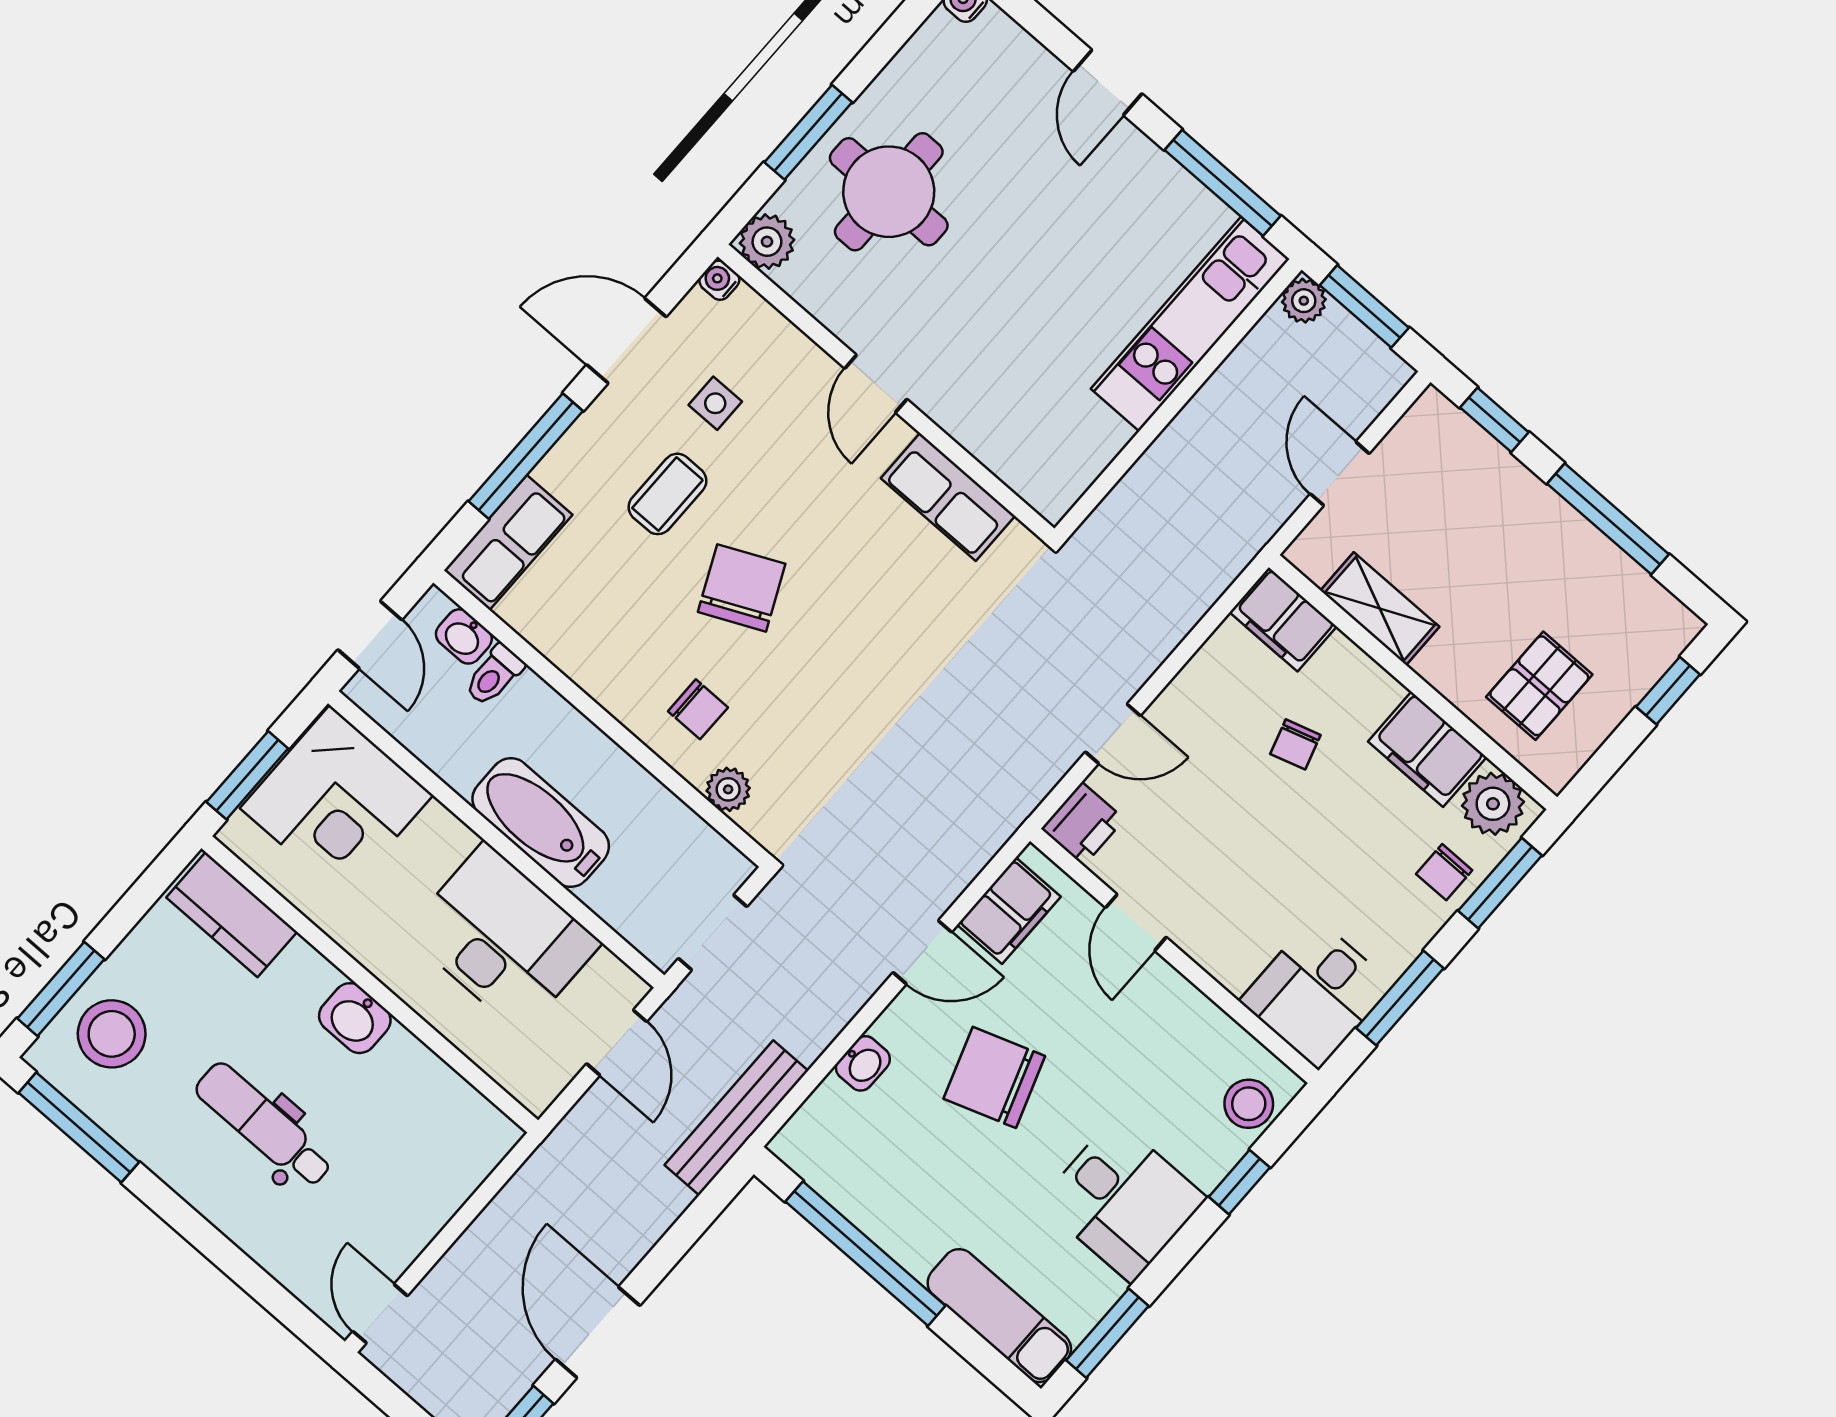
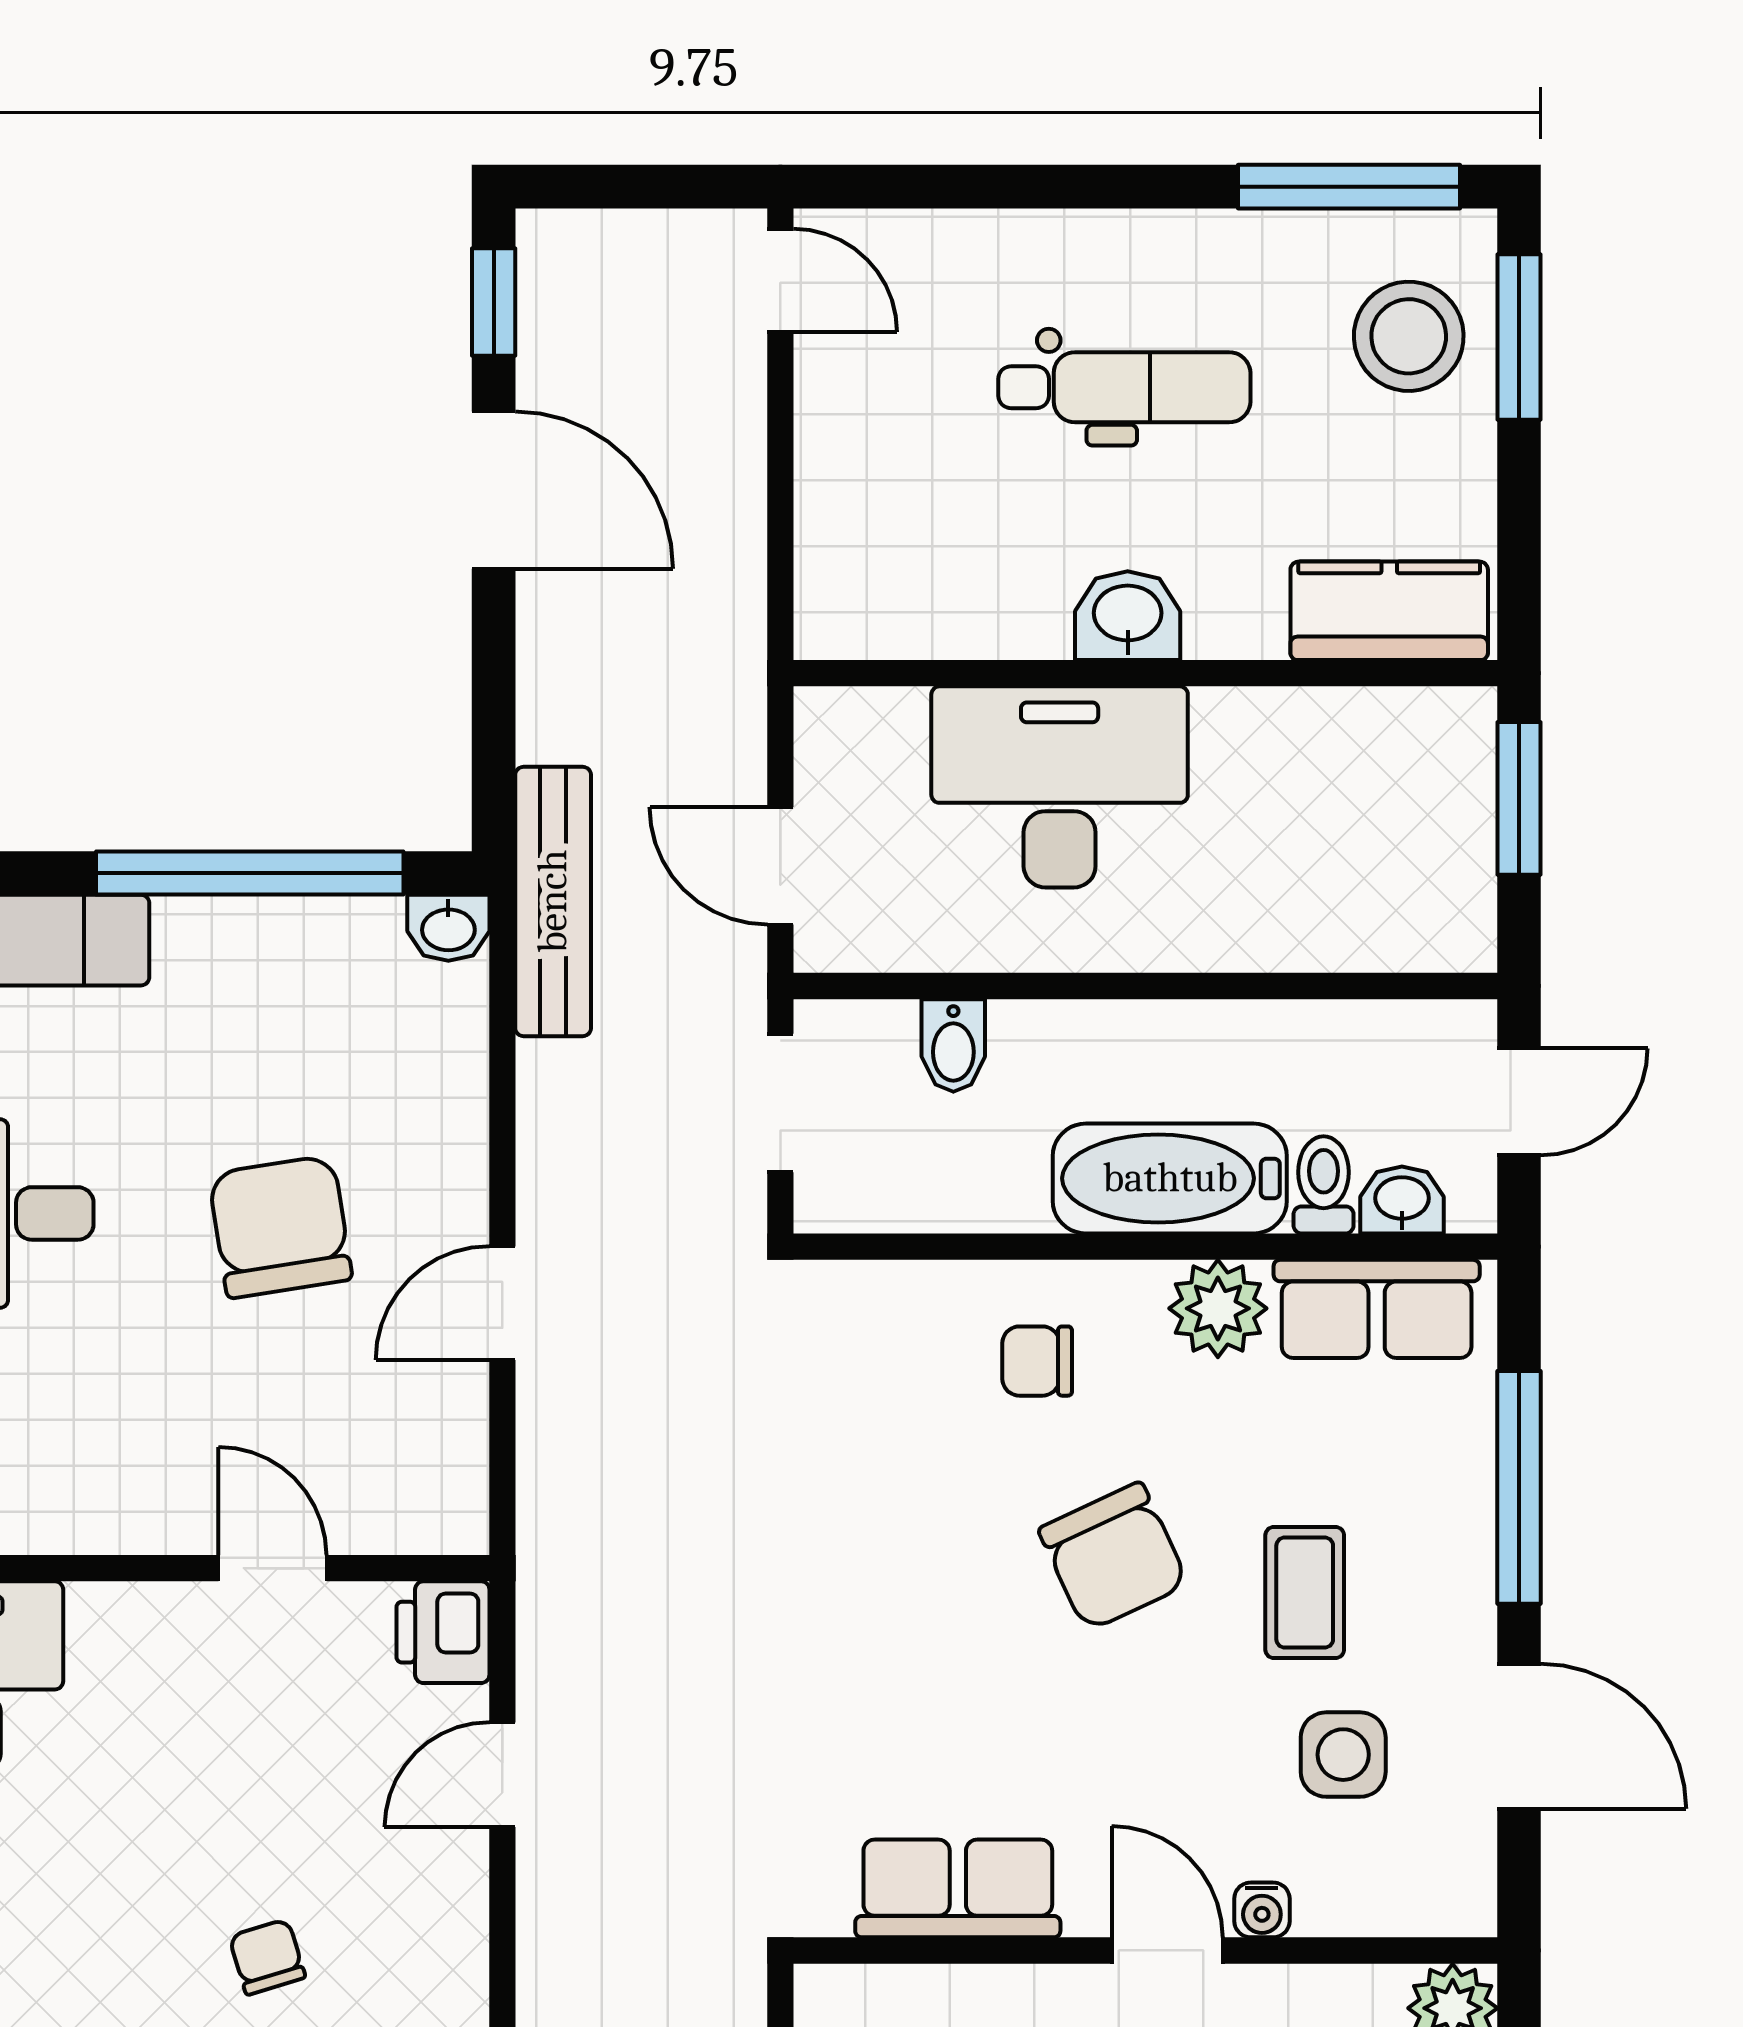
water cooler: (719, 280) -> (1262, 1910), moved, turned 90
door: (626, 341) -> (1519, 1736), hinge flipped
side table: (715, 403) -> (1343, 1755), width x1.37, depth x1.37
row of seats: (508, 543) -> (1377, 1309), moved, turned -90
door: (370, 635) -> (1519, 1102), swing flipped
plant: (728, 789) -> (1218, 1308), moved, width x1.38, depth x1.38
corner desk: (336, 802) -> (1381, 861), removed
bathtub: (541, 823) -> (1170, 1178), moved, turned 180
bidet: (609, 889) -> (953, 1045), added
filing cabinet: (1009, 911) -> (441, 1447), removed
desk: (503, 938) -> (1060, 787), moved, turned 180
washbasin: (863, 1063) -> (448, 928), moved, turned -90
chair: (994, 1077) -> (280, 1227), turned -80

